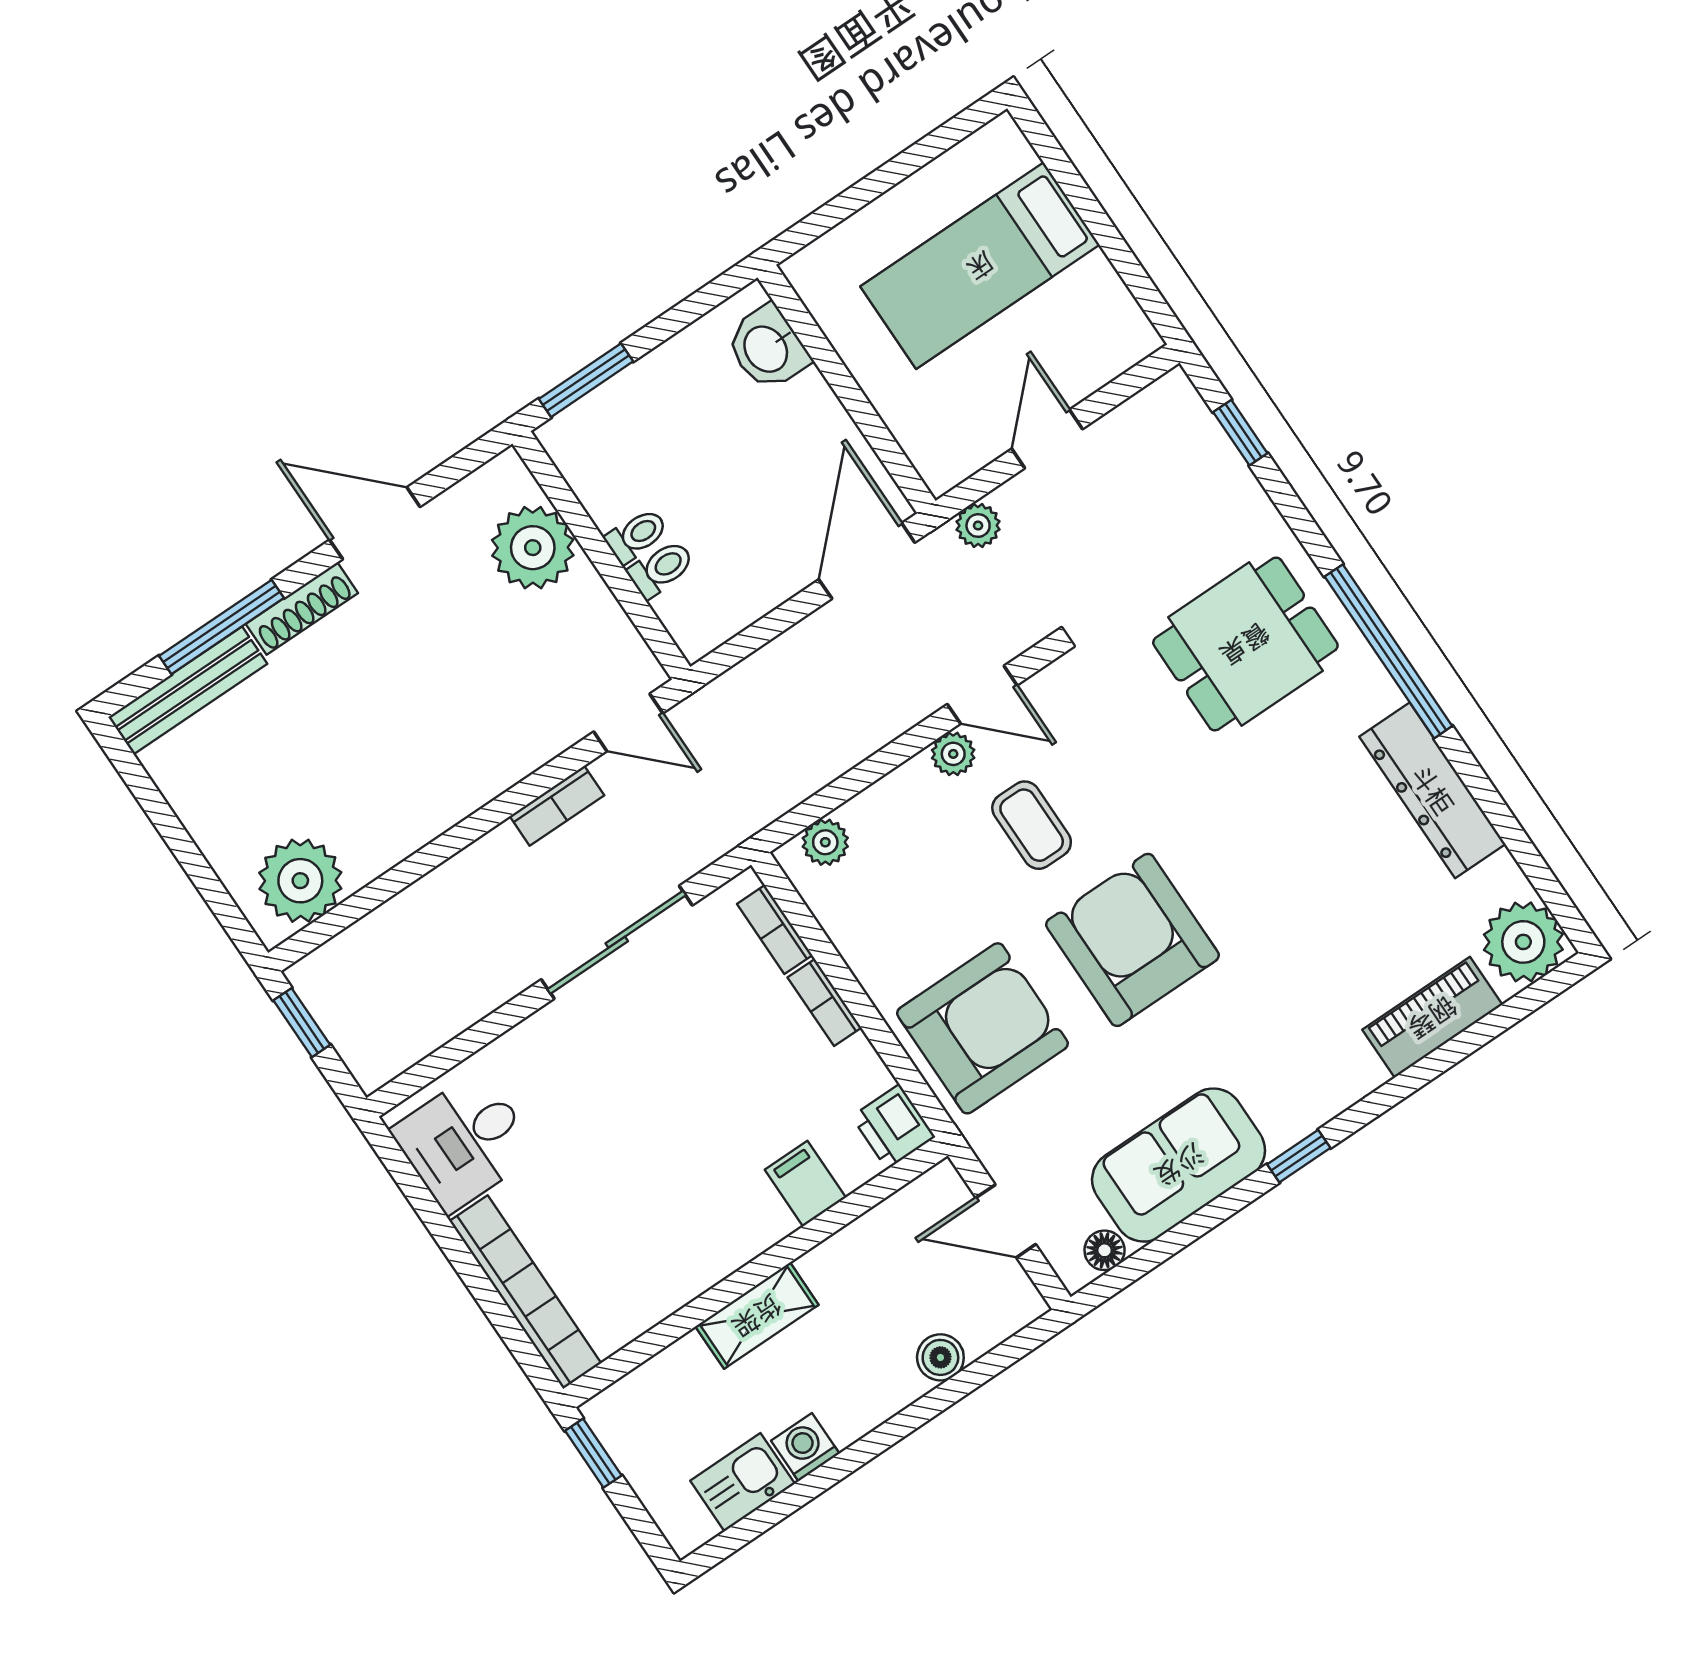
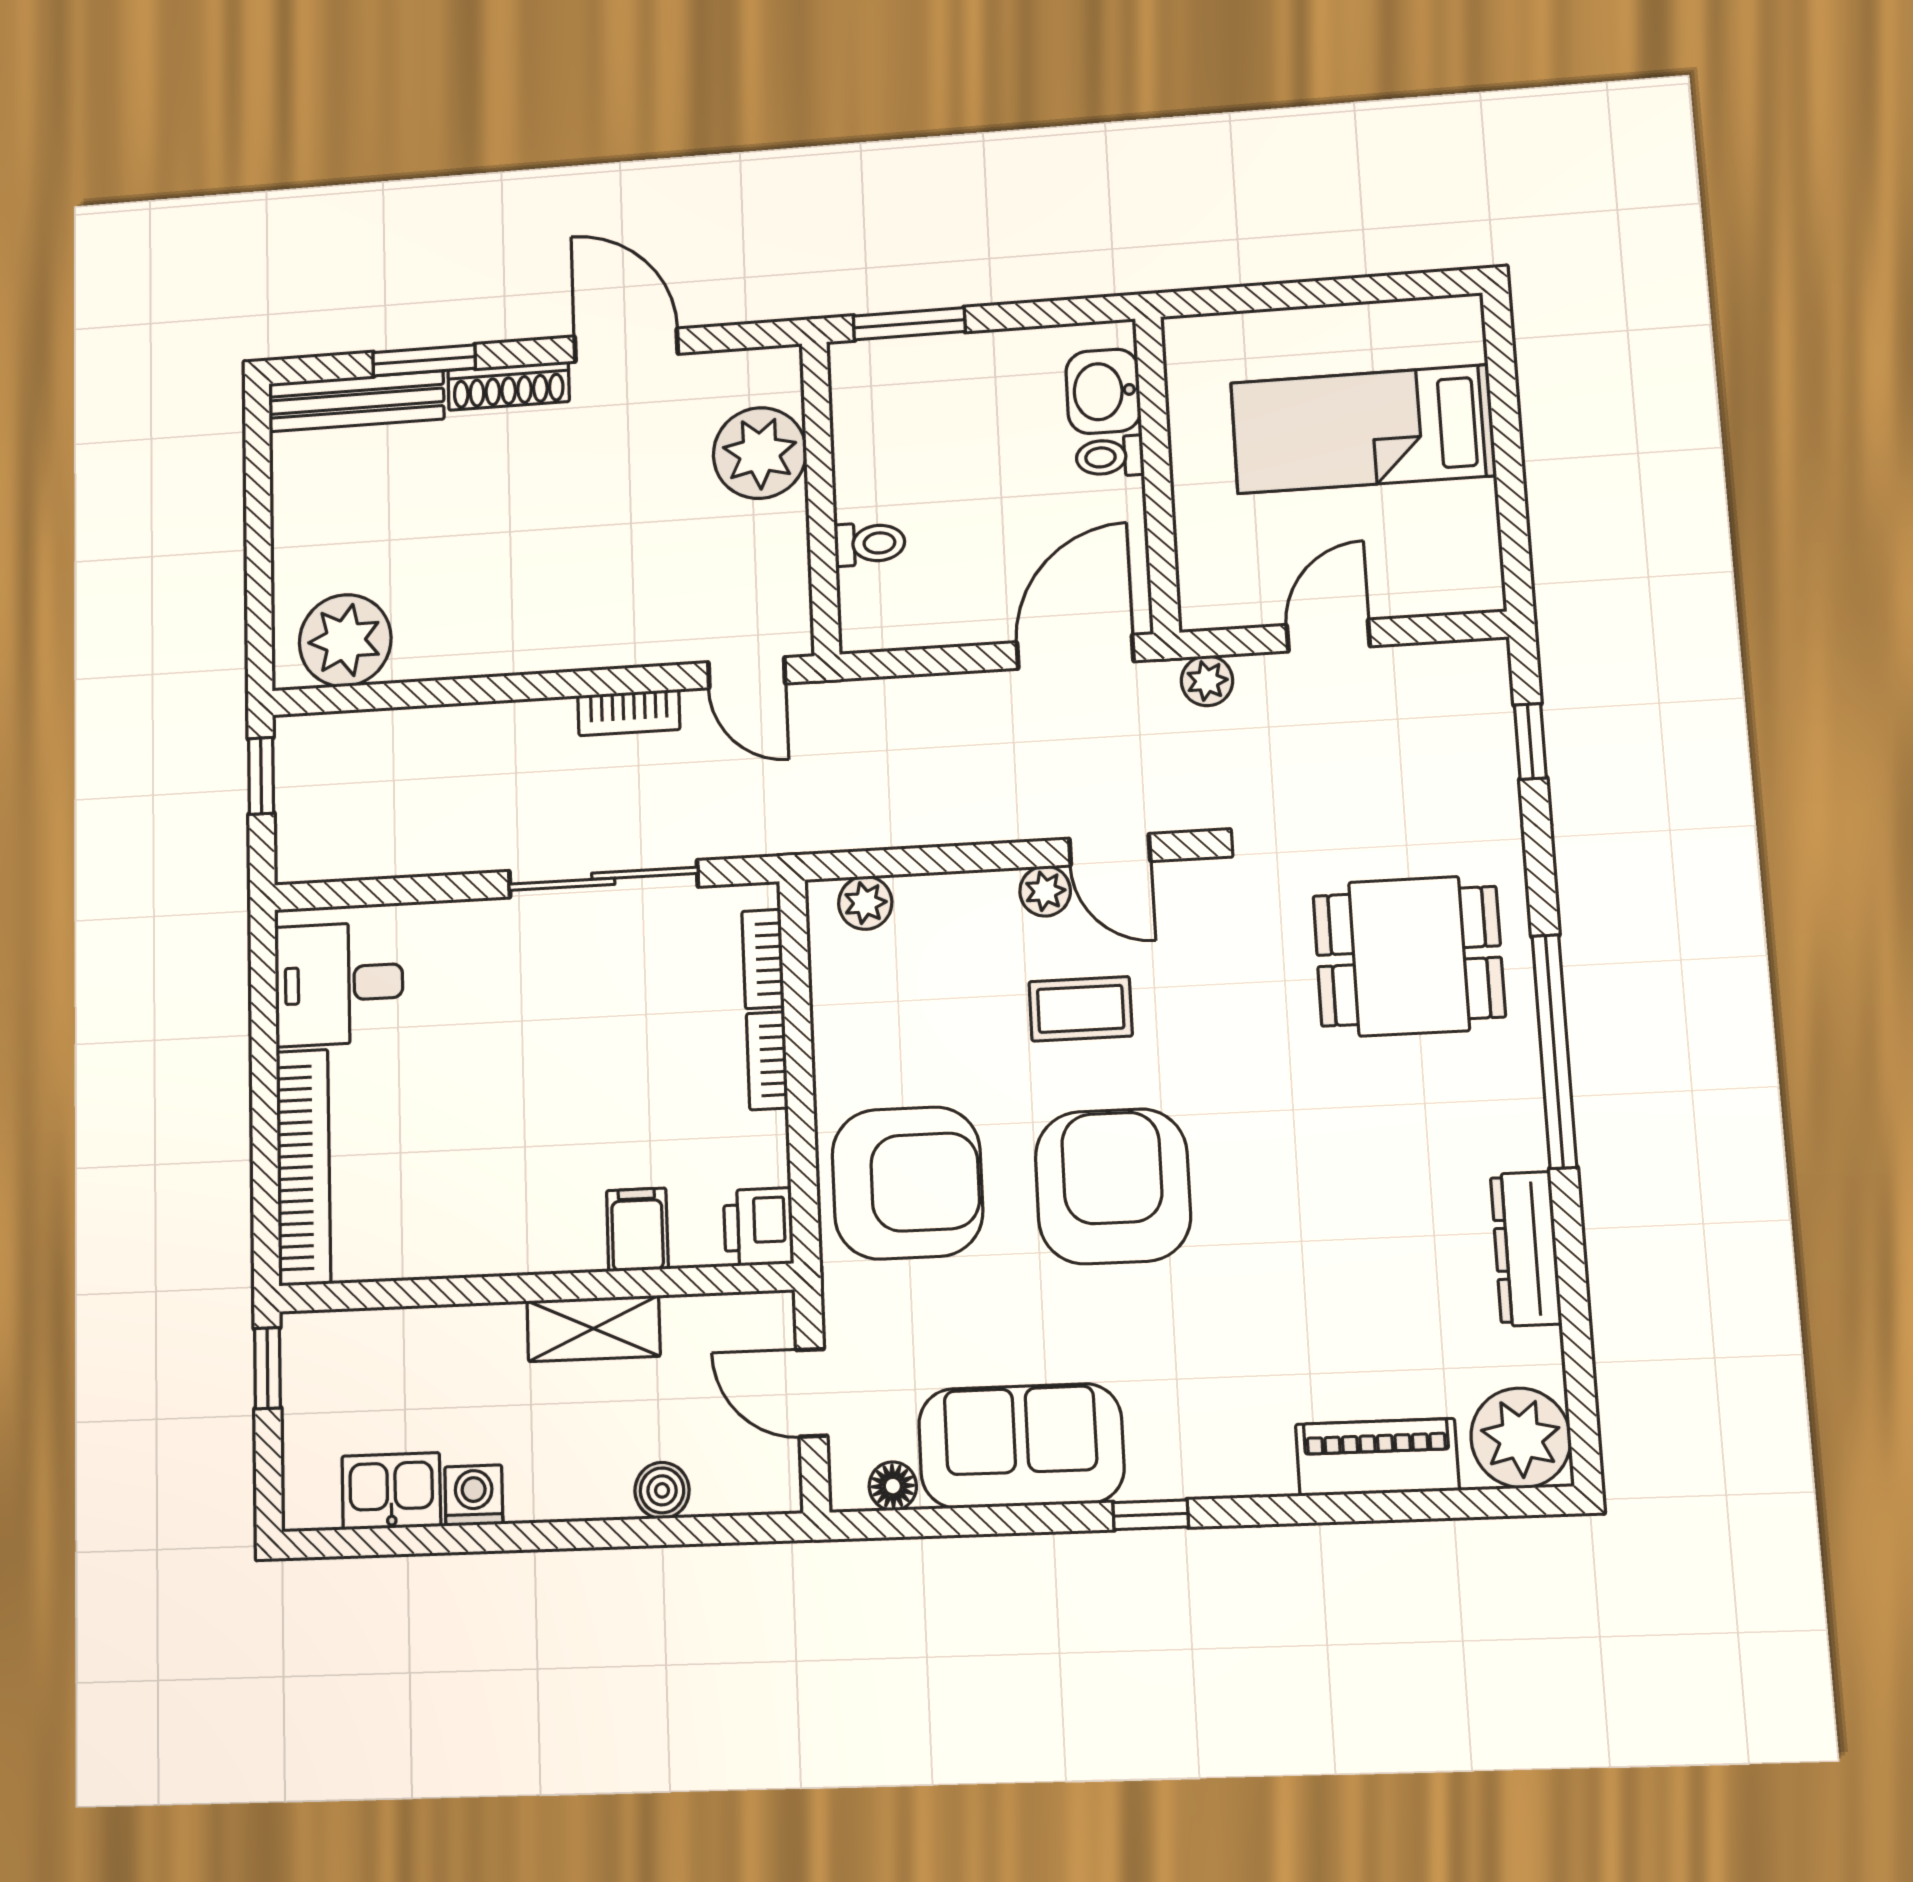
toilet: (637, 536) -> (1110, 457), moved, turned 180
window: (221, 627) -> (424, 360), width x0.69
dresser: (1432, 790) -> (1526, 1249), width x0.73, depth x0.80
coffee table: (1032, 825) -> (1081, 1009), turned 90
shelving: (757, 1316) -> (593, 1329), moved

